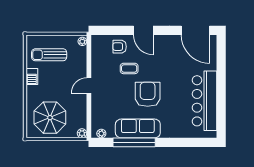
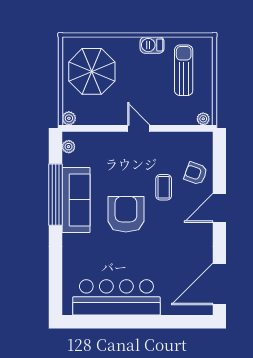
armchair: (120, 47) -> (196, 173), turned -70
armchair: (148, 94) -> (126, 214), turned -90

